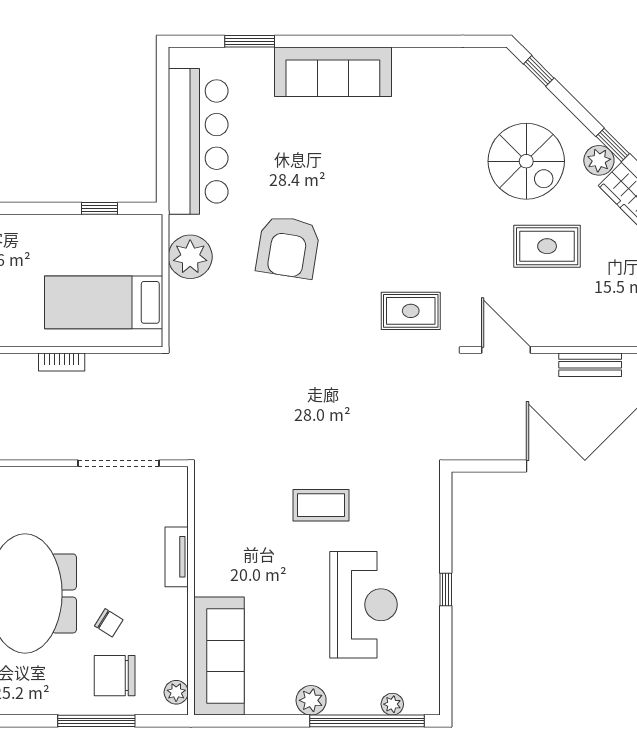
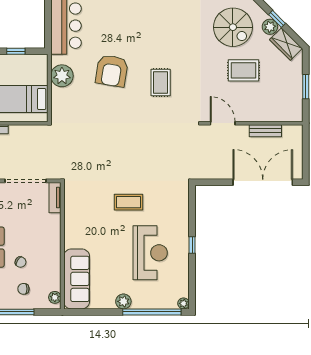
rug: (411, 311) -> (161, 83), moved, turned 90
tv unit: (177, 557) -> (55, 198), moved
chair: (115, 676) -> (23, 289), width x0.54, depth x0.54
plant: (392, 704) -> (184, 303), moved

